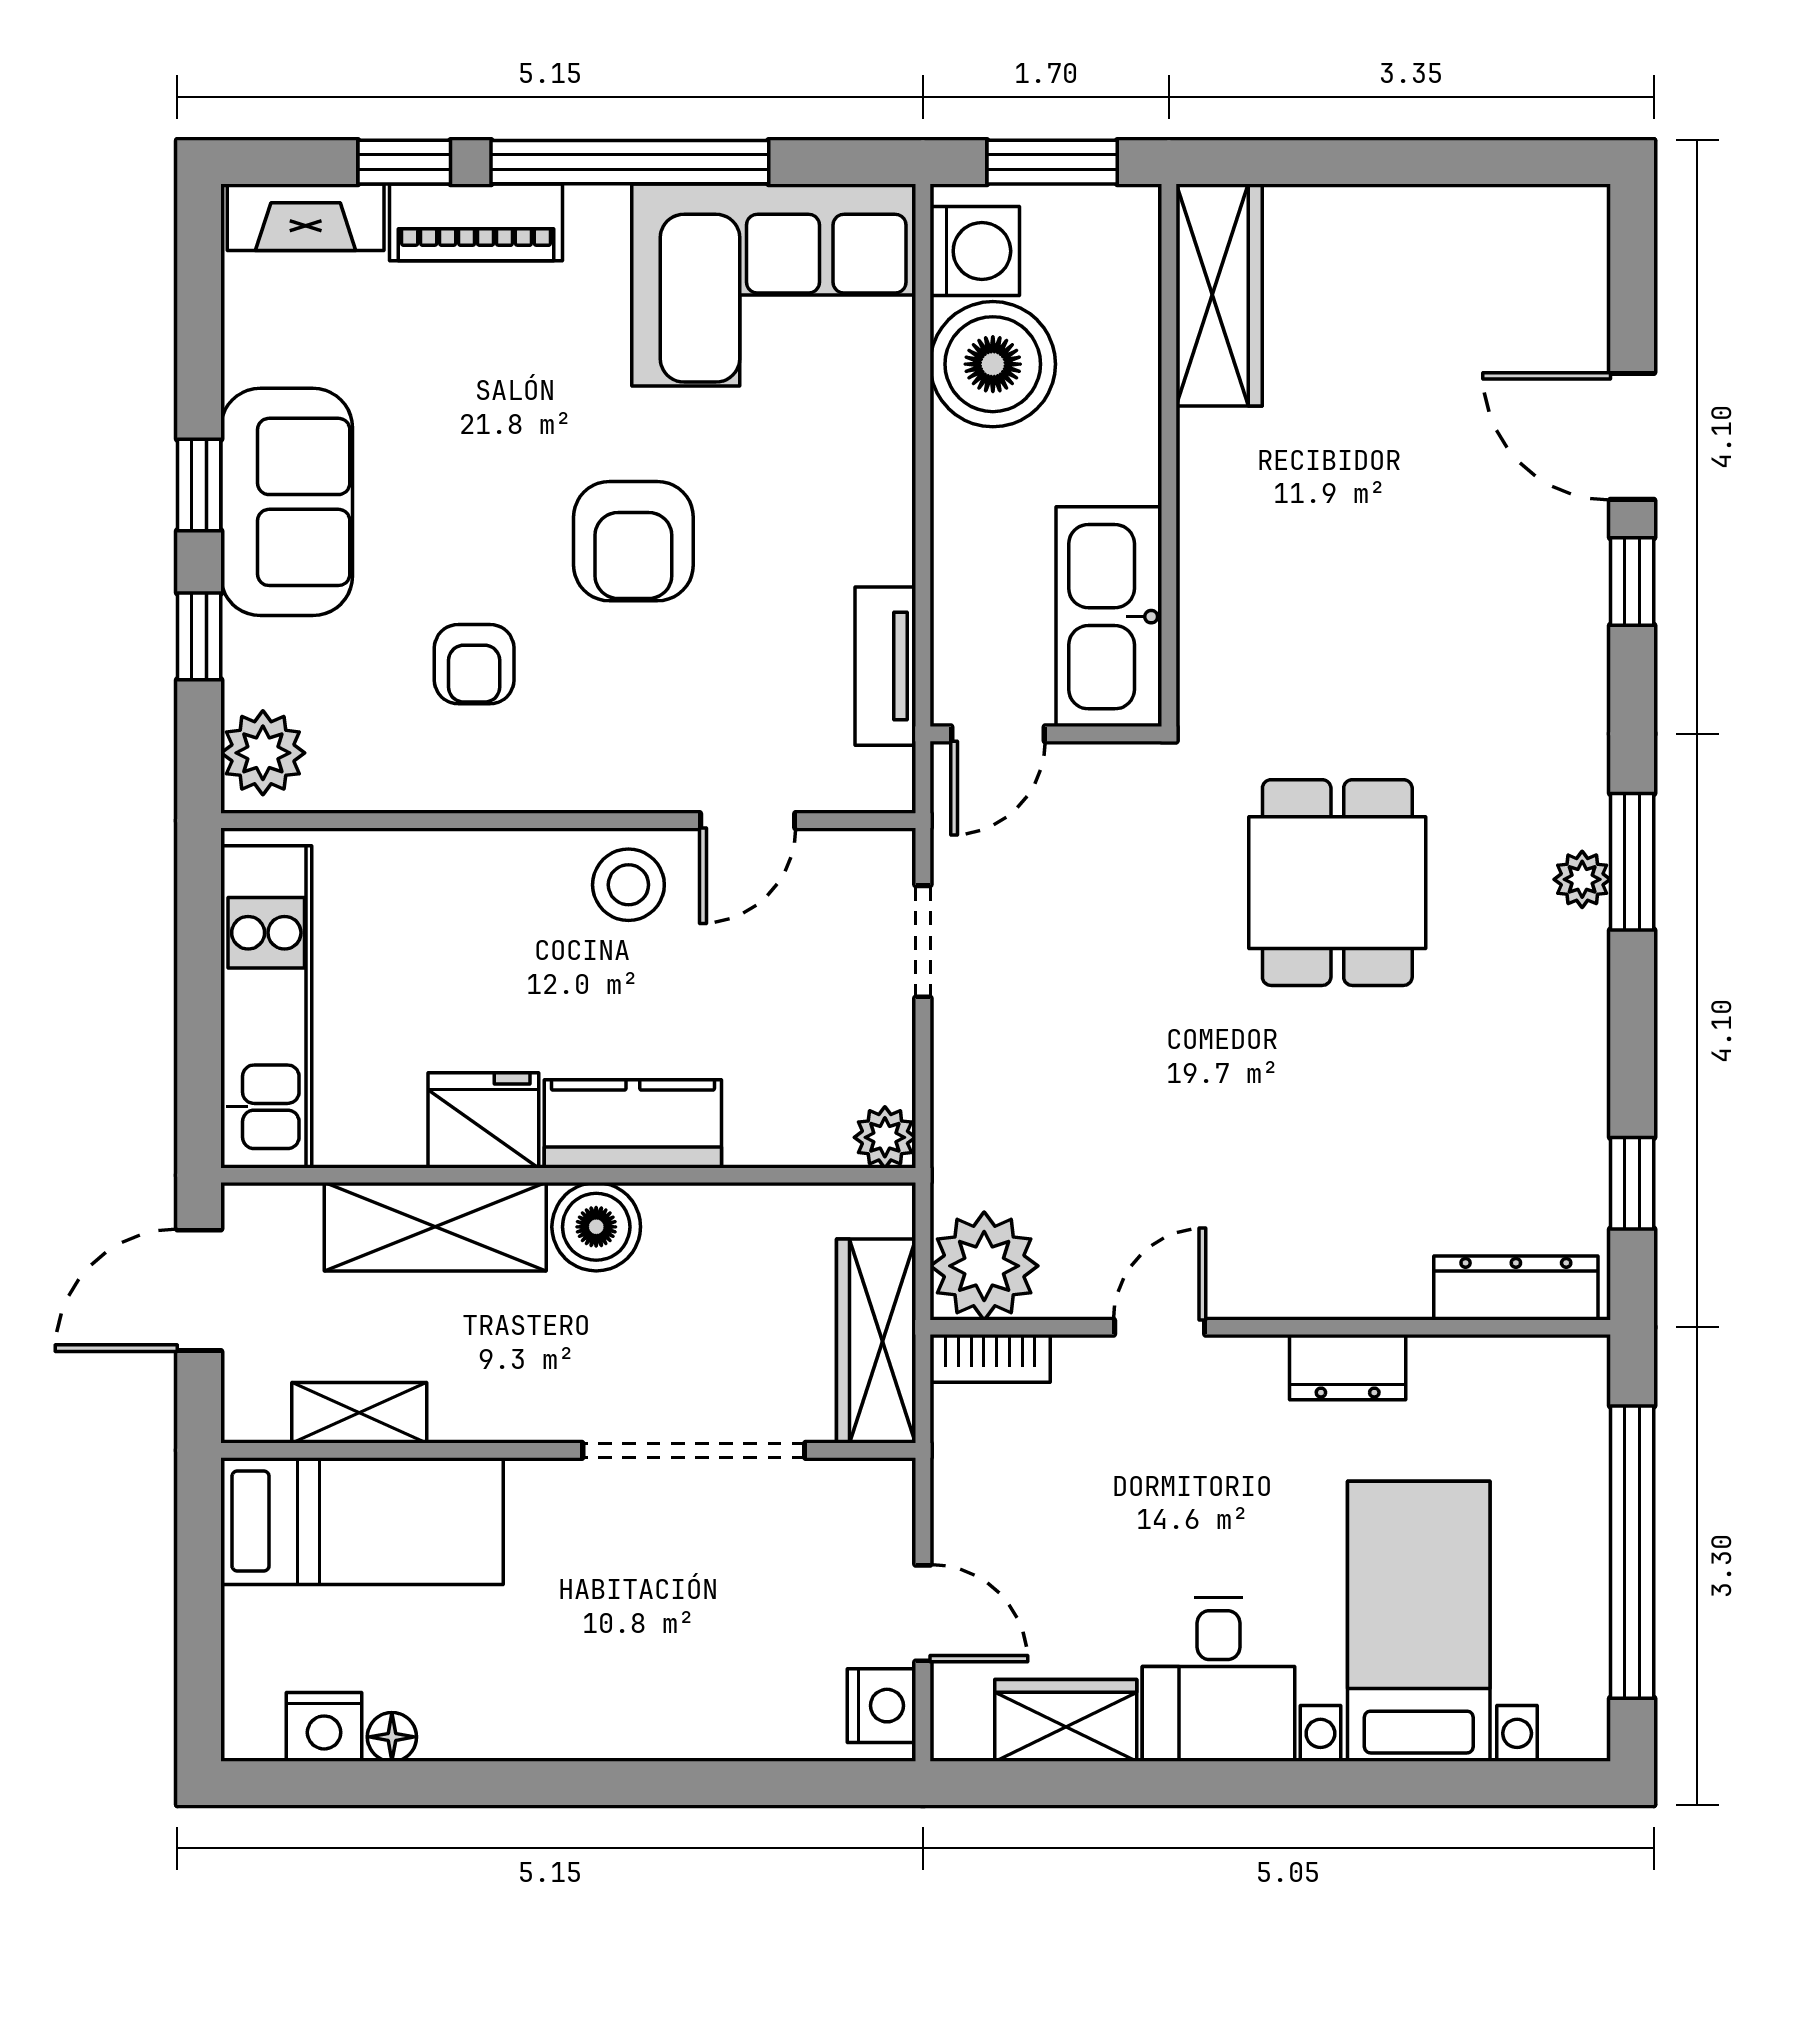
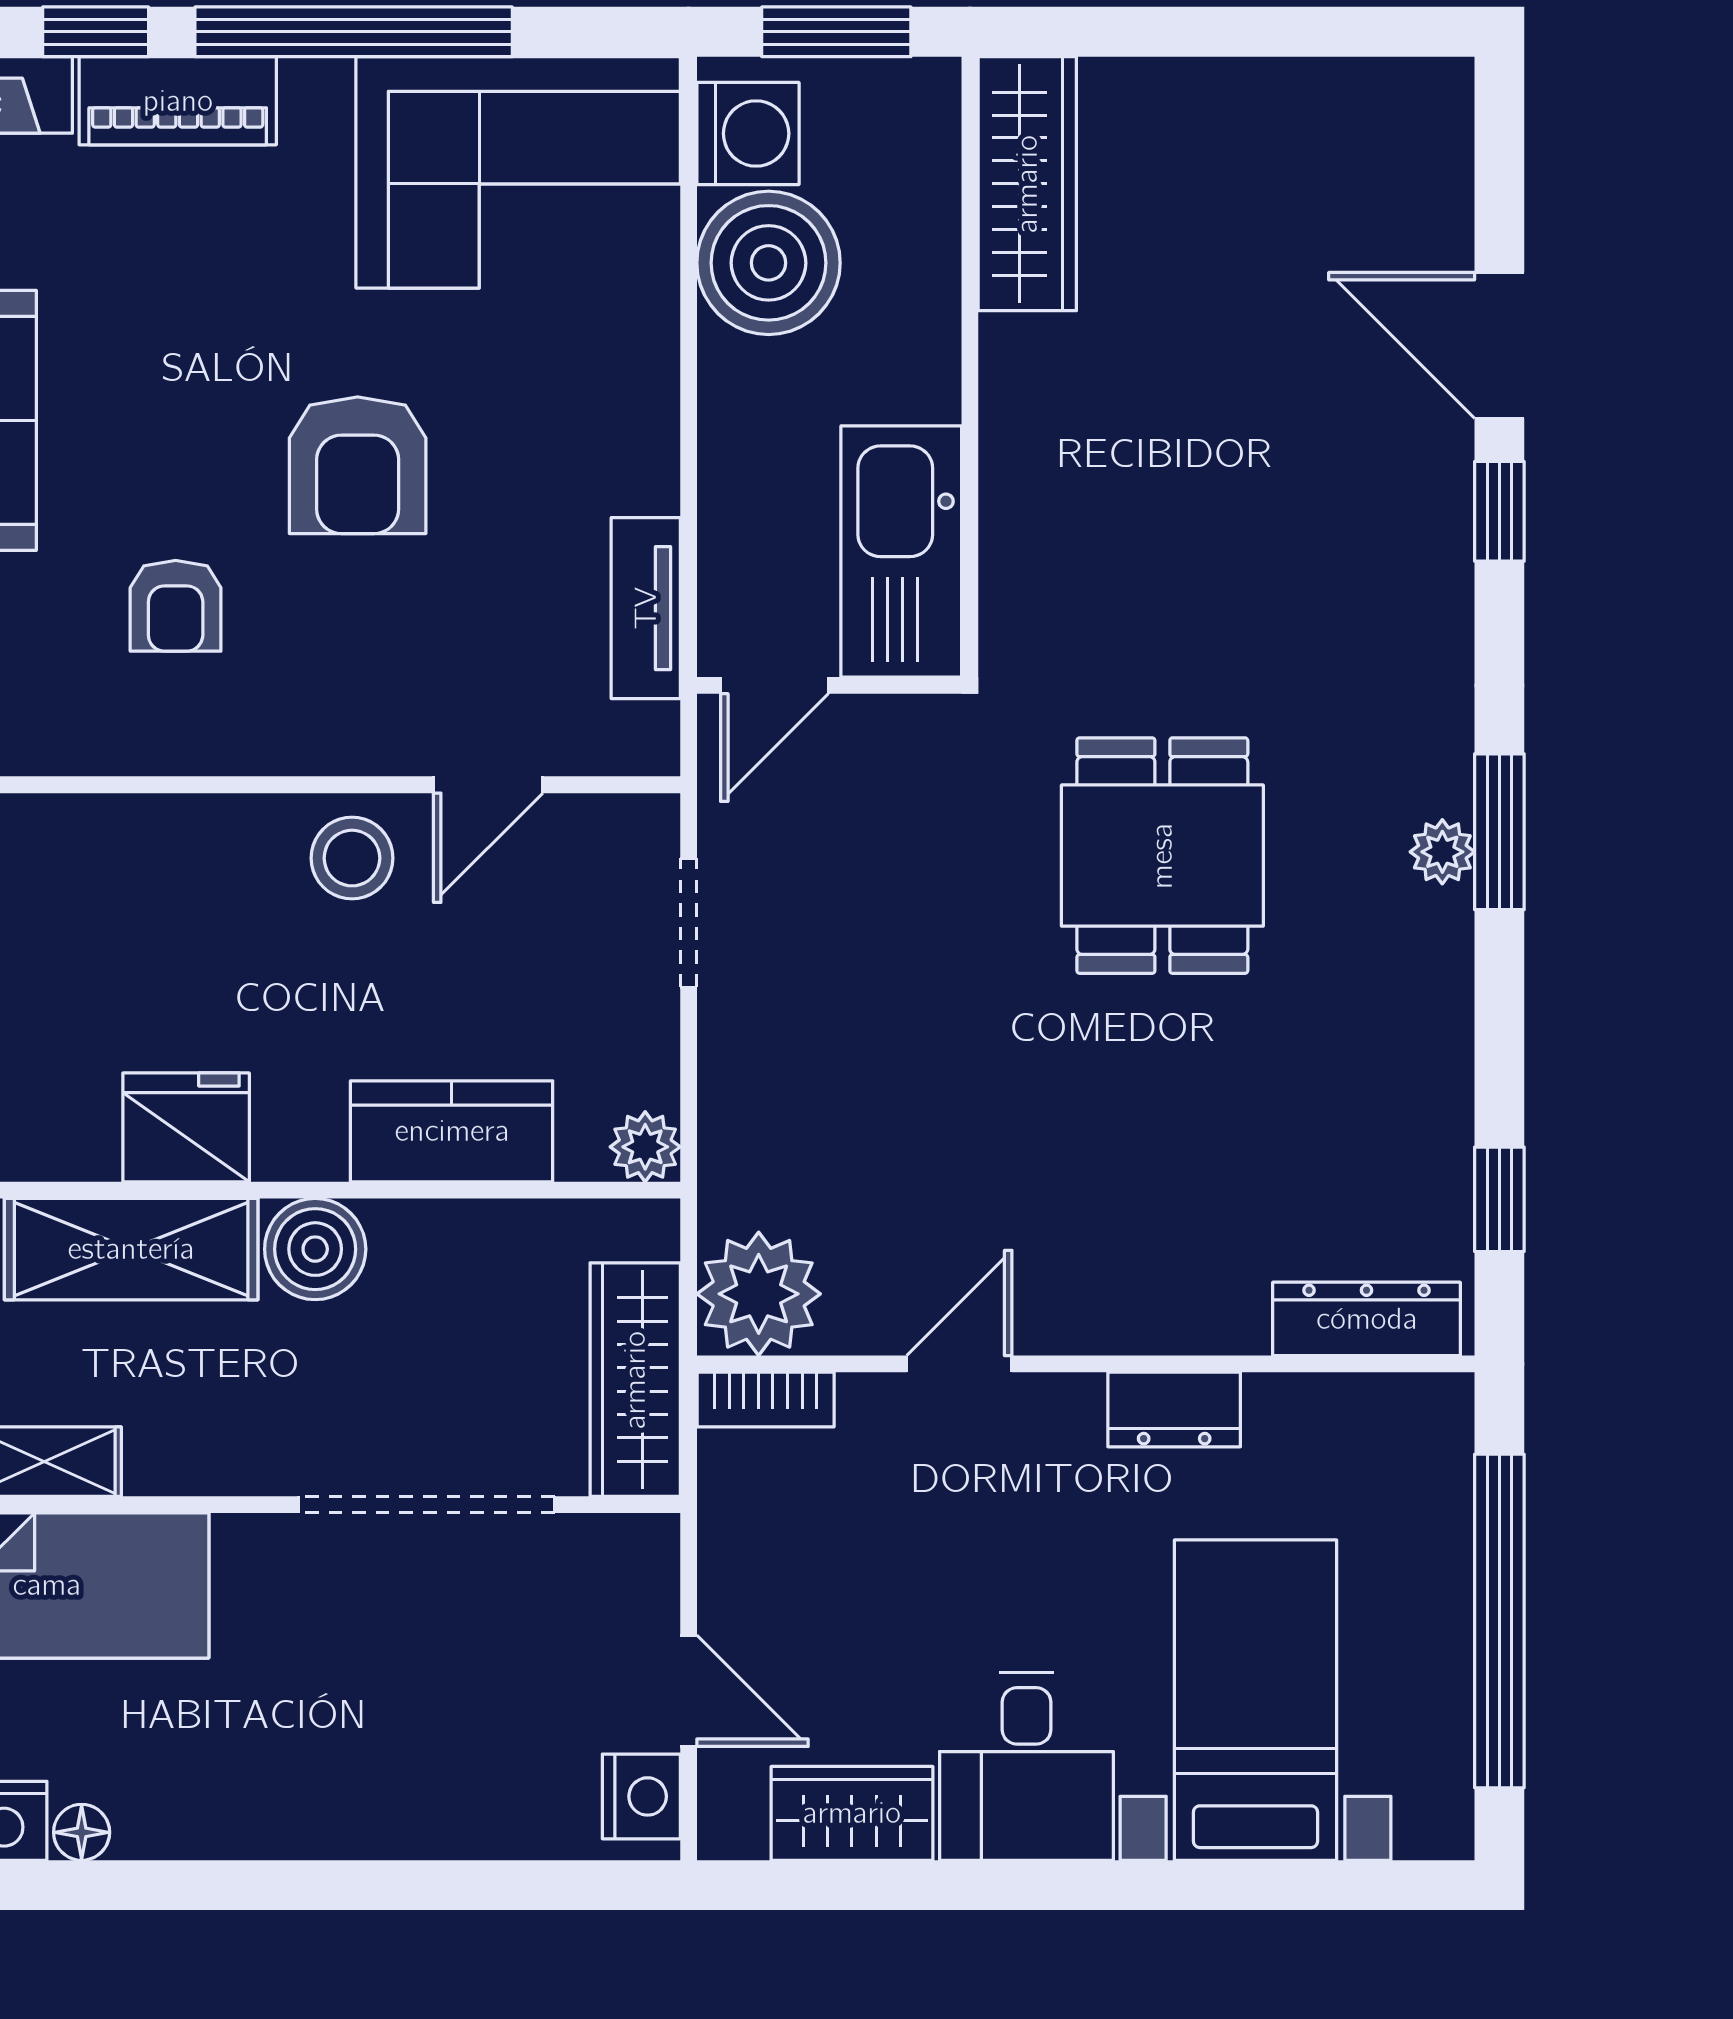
kitchen counter: (633, 1124) -> (452, 1131), moved

